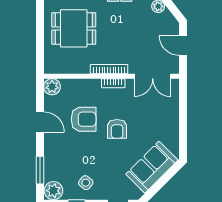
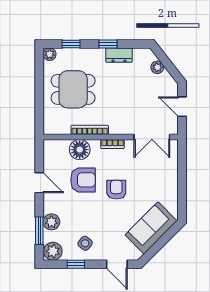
bookcase: (109, 69) -> (90, 130), moved
plant: (52, 87) -> (51, 222), moved
floor lamp: (80, 89) -> (80, 150), added
armchair: (117, 129) -> (116, 190), turned 180

